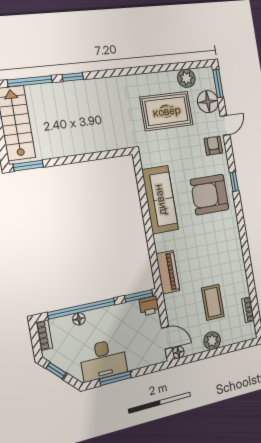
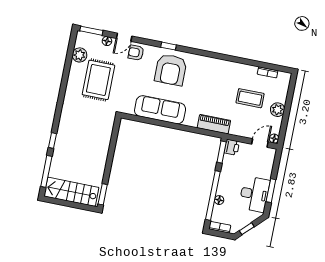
floor lamp: (208, 102) -> (107, 41), width x0.53, depth x0.53
door: (225, 125) -> (124, 37), swing flipped

